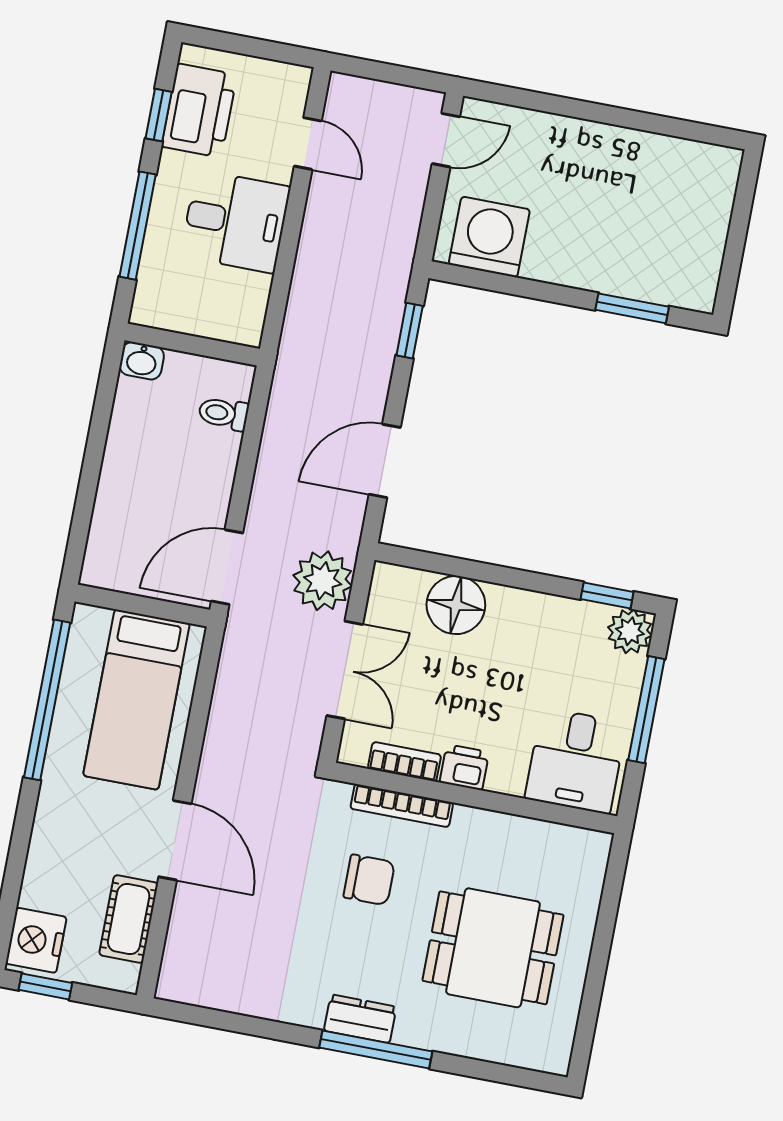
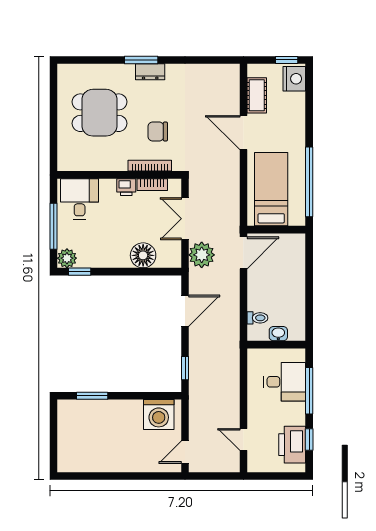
desk: (235, 221) -> (285, 382), moved, turned 180
washbasin: (142, 361) -> (278, 334), moved
window: (376, 1050) -> (141, 60), width x0.69

